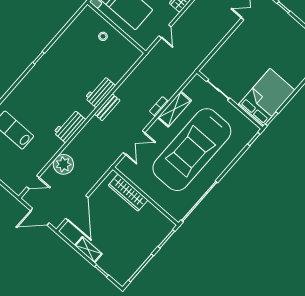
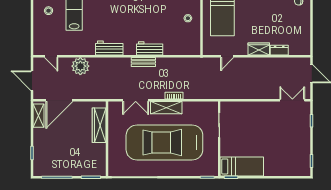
bed: (266, 98) -> (242, 166), width x0.67
shelving: (175, 109) -> (166, 108), moved
shelving: (88, 250) -> (38, 116), moved

